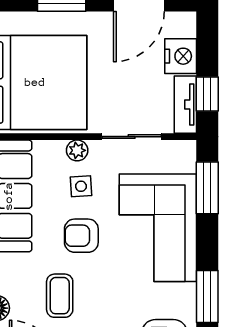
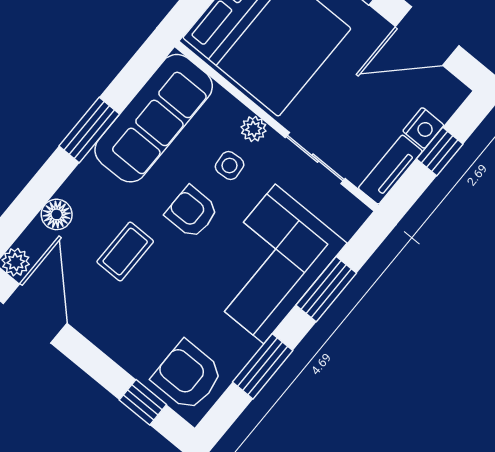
nightstand: (181, 56) -> (423, 128), width x0.74, depth x0.75
window: (207, 94) -> (440, 152), moved
window: (207, 188) -> (326, 289), moved

